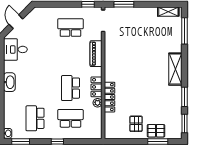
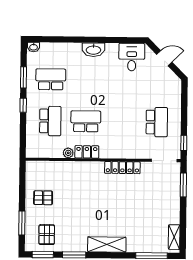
piano: (96, 54) -> (126, 152), removed
locker: (110, 97) -> (122, 168), moved
pallet: (156, 131) -> (47, 235), moved
window: (21, 142) -> (23, 77), moved

